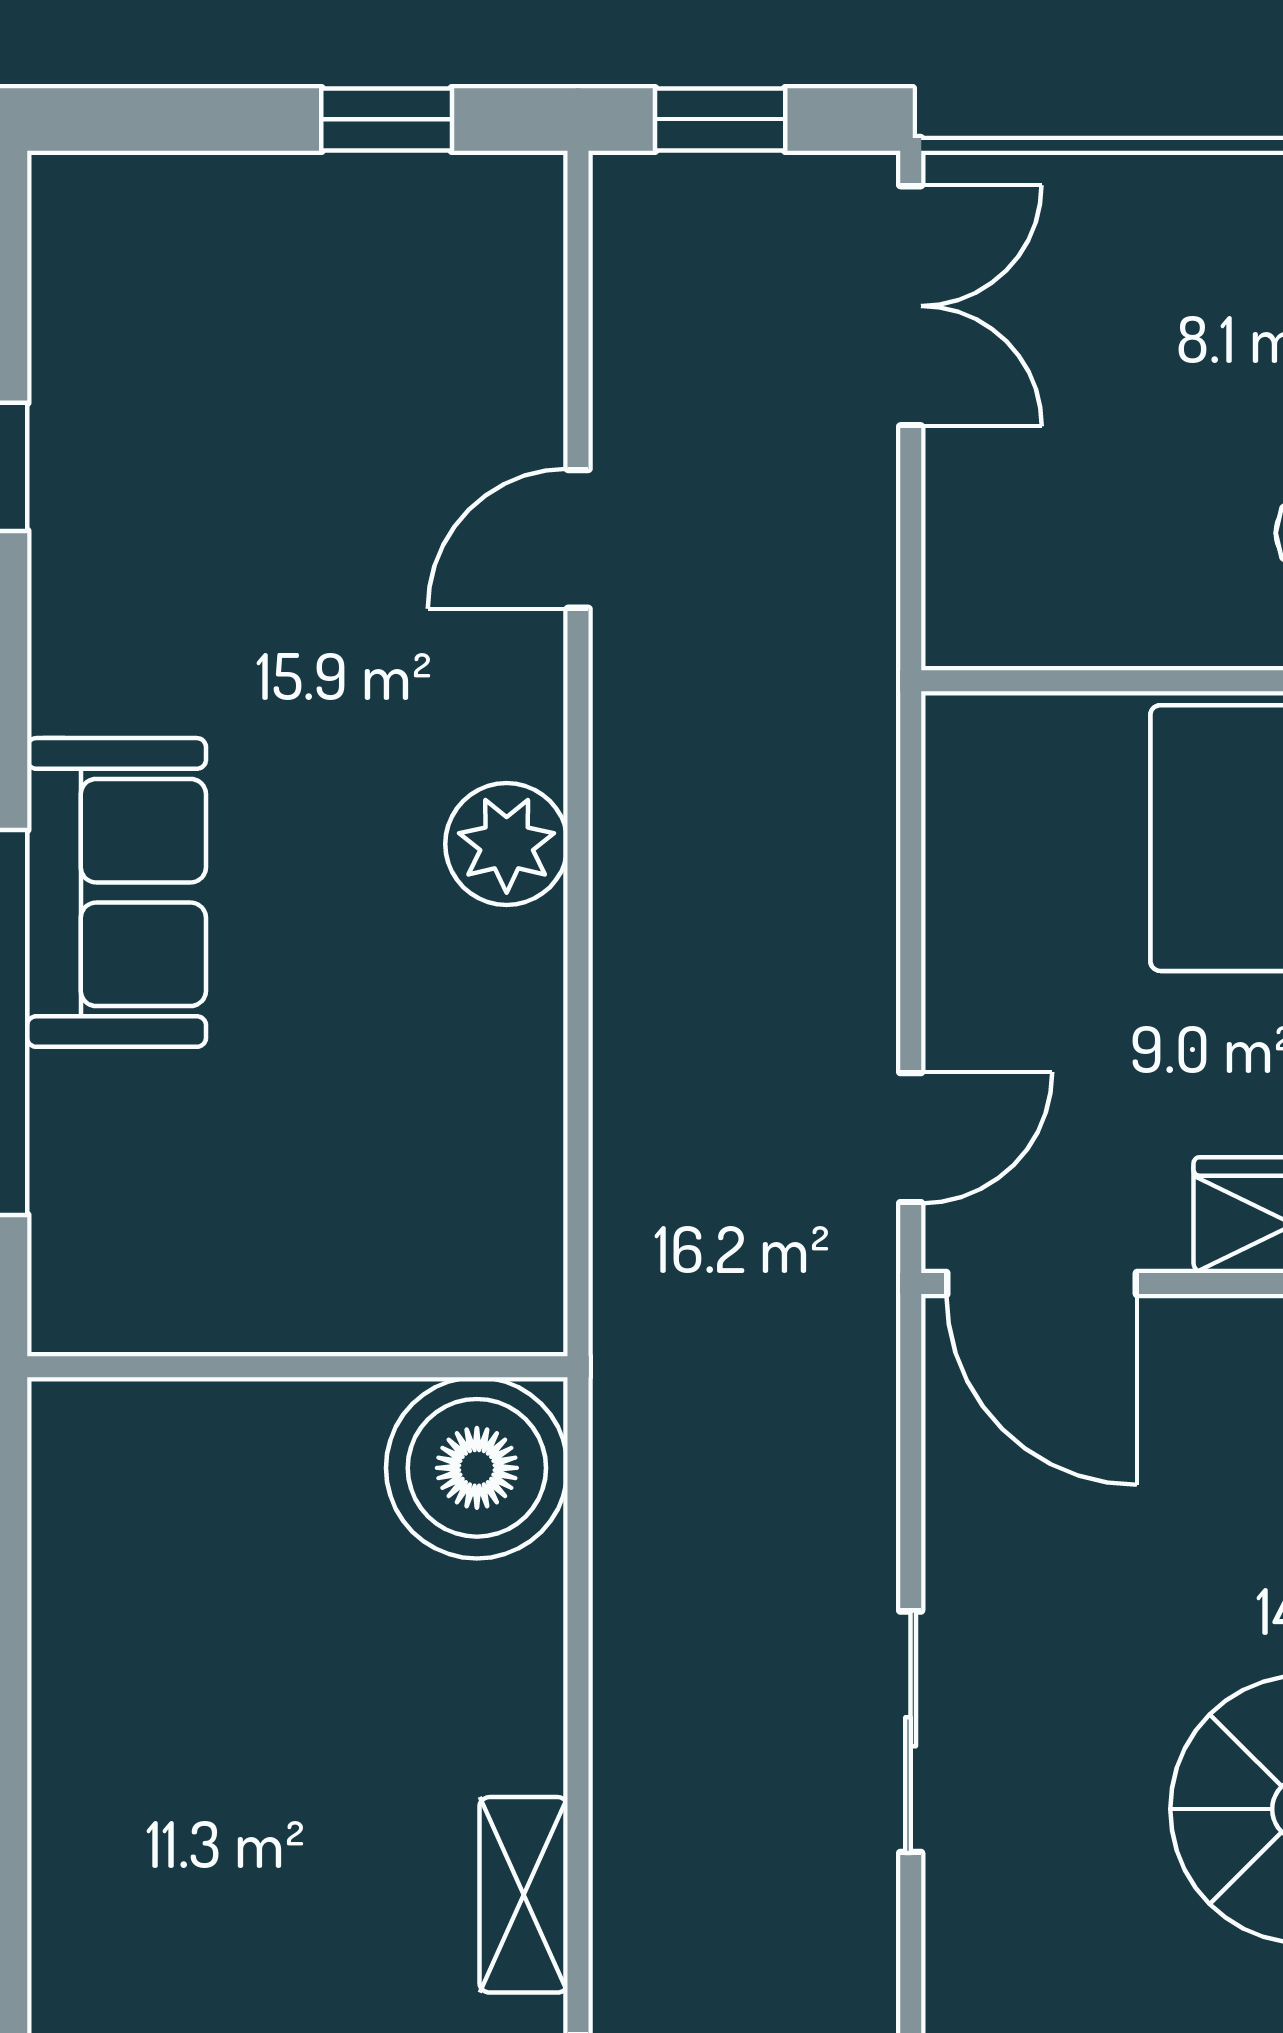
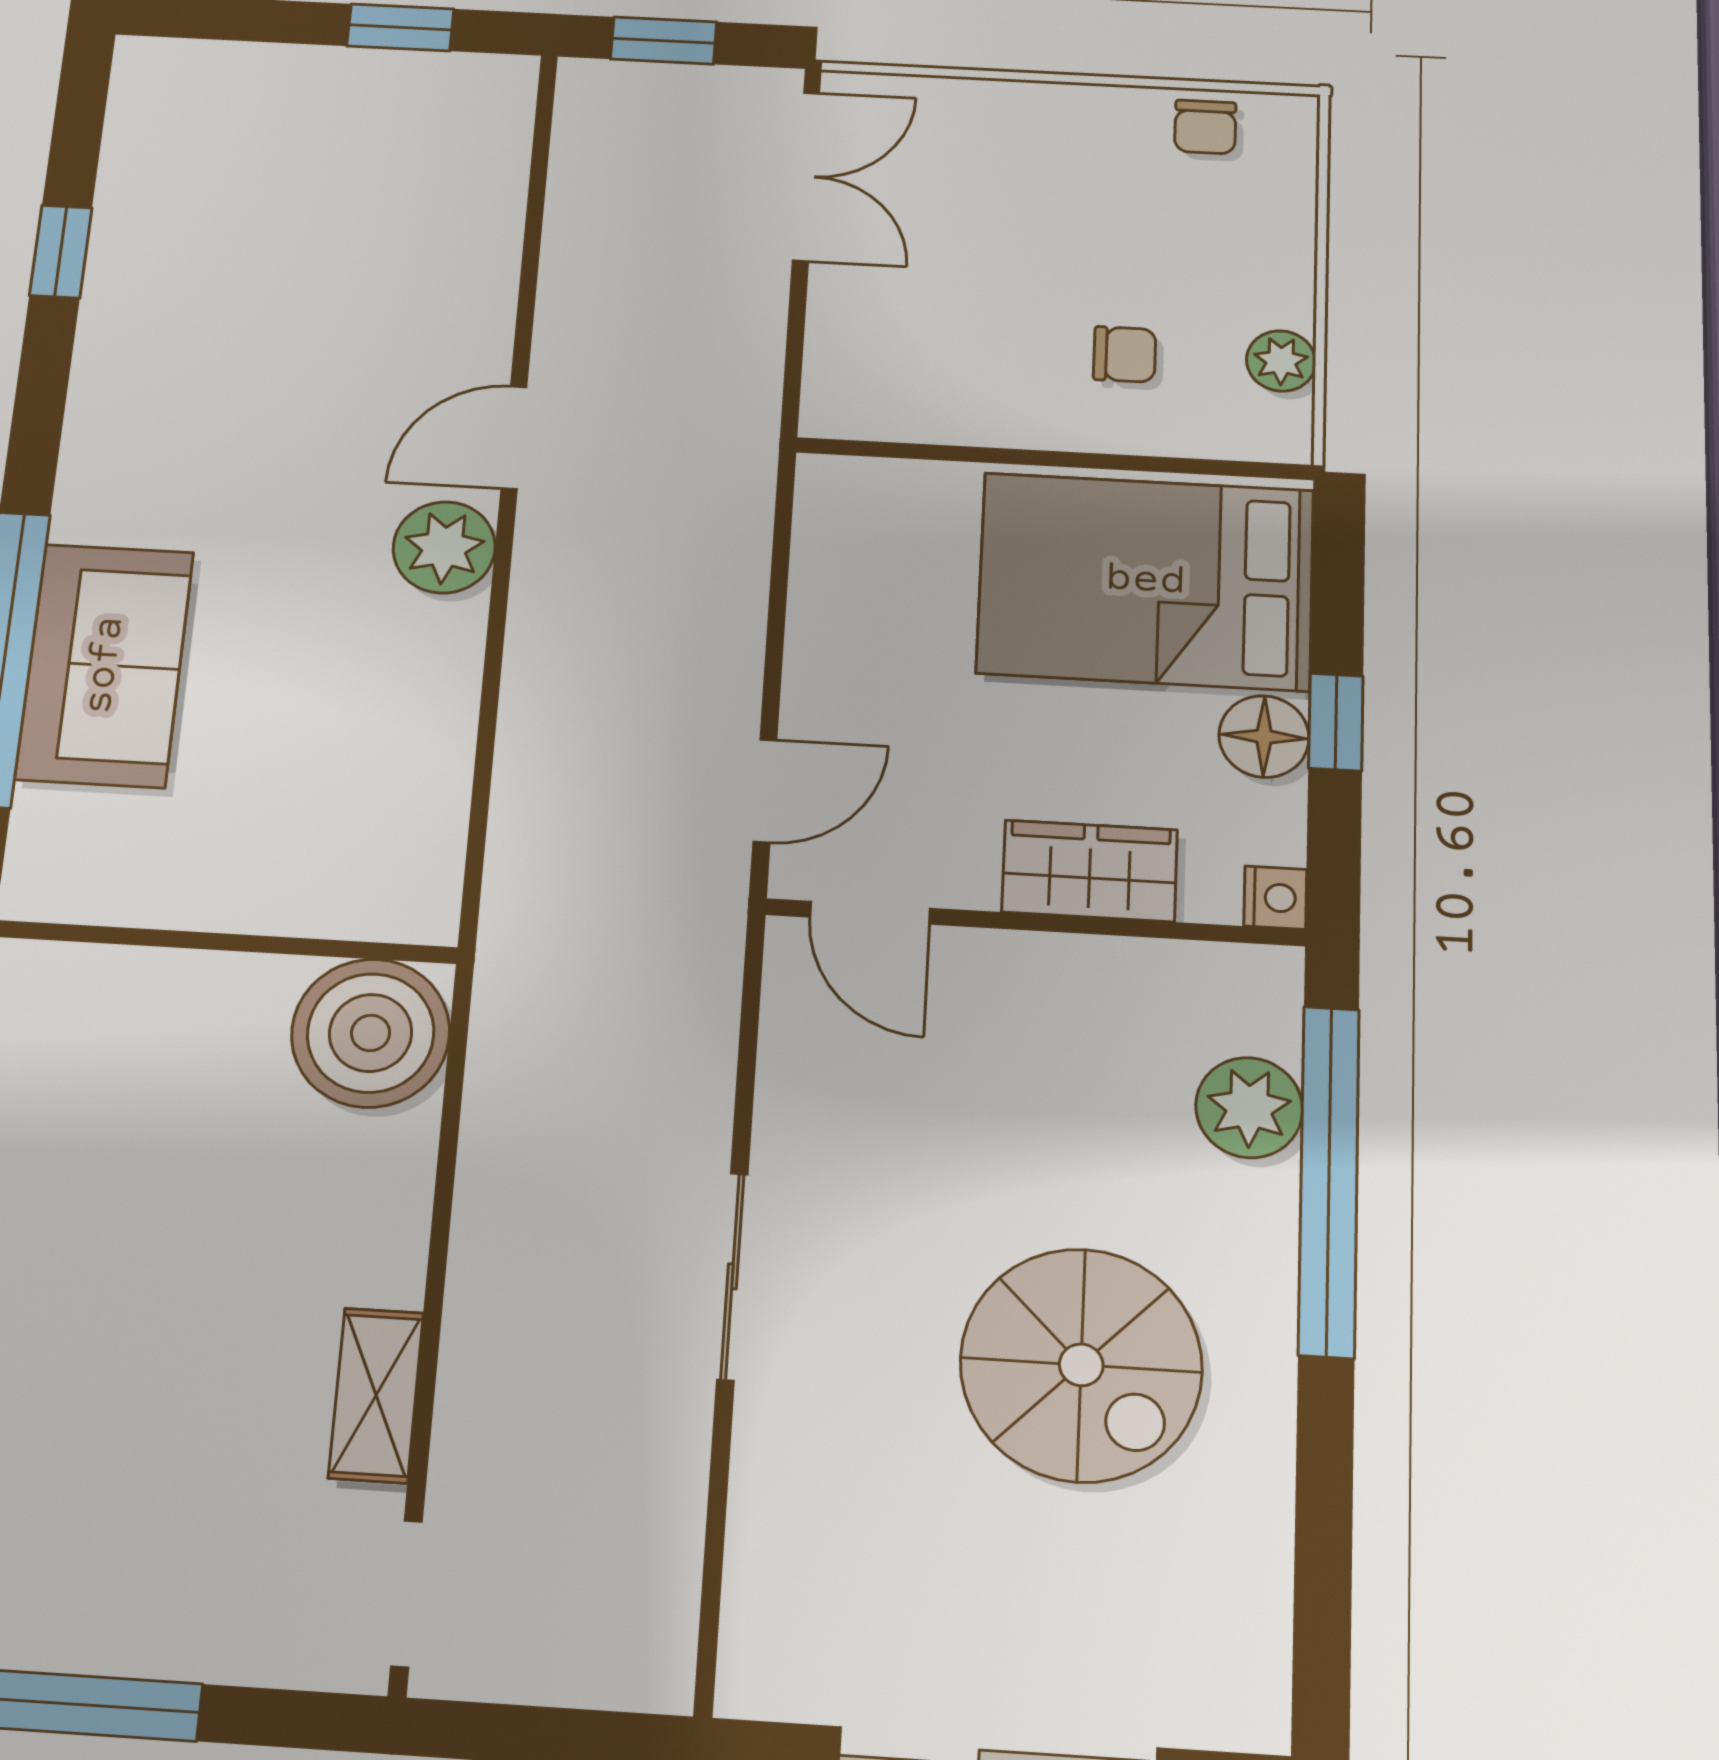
door: (578, 539) -> (514, 438), moved
sofa: (117, 892) -> (105, 665), moved
door: (1042, 1284) -> (870, 913), width x0.73

